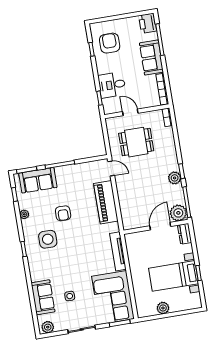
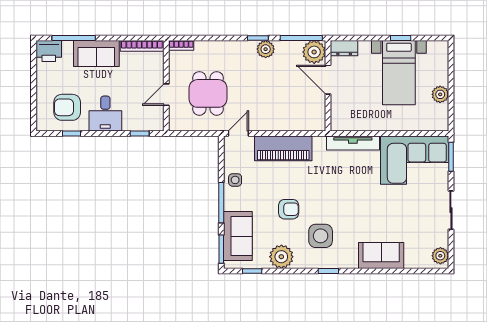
desk: (112, 85) -> (105, 114), moved
plant: (24, 214) -> (281, 257), width x1.88, depth x1.88
side table: (70, 296) -> (235, 180), moved
sofa: (43, 297) -> (381, 256), moved

